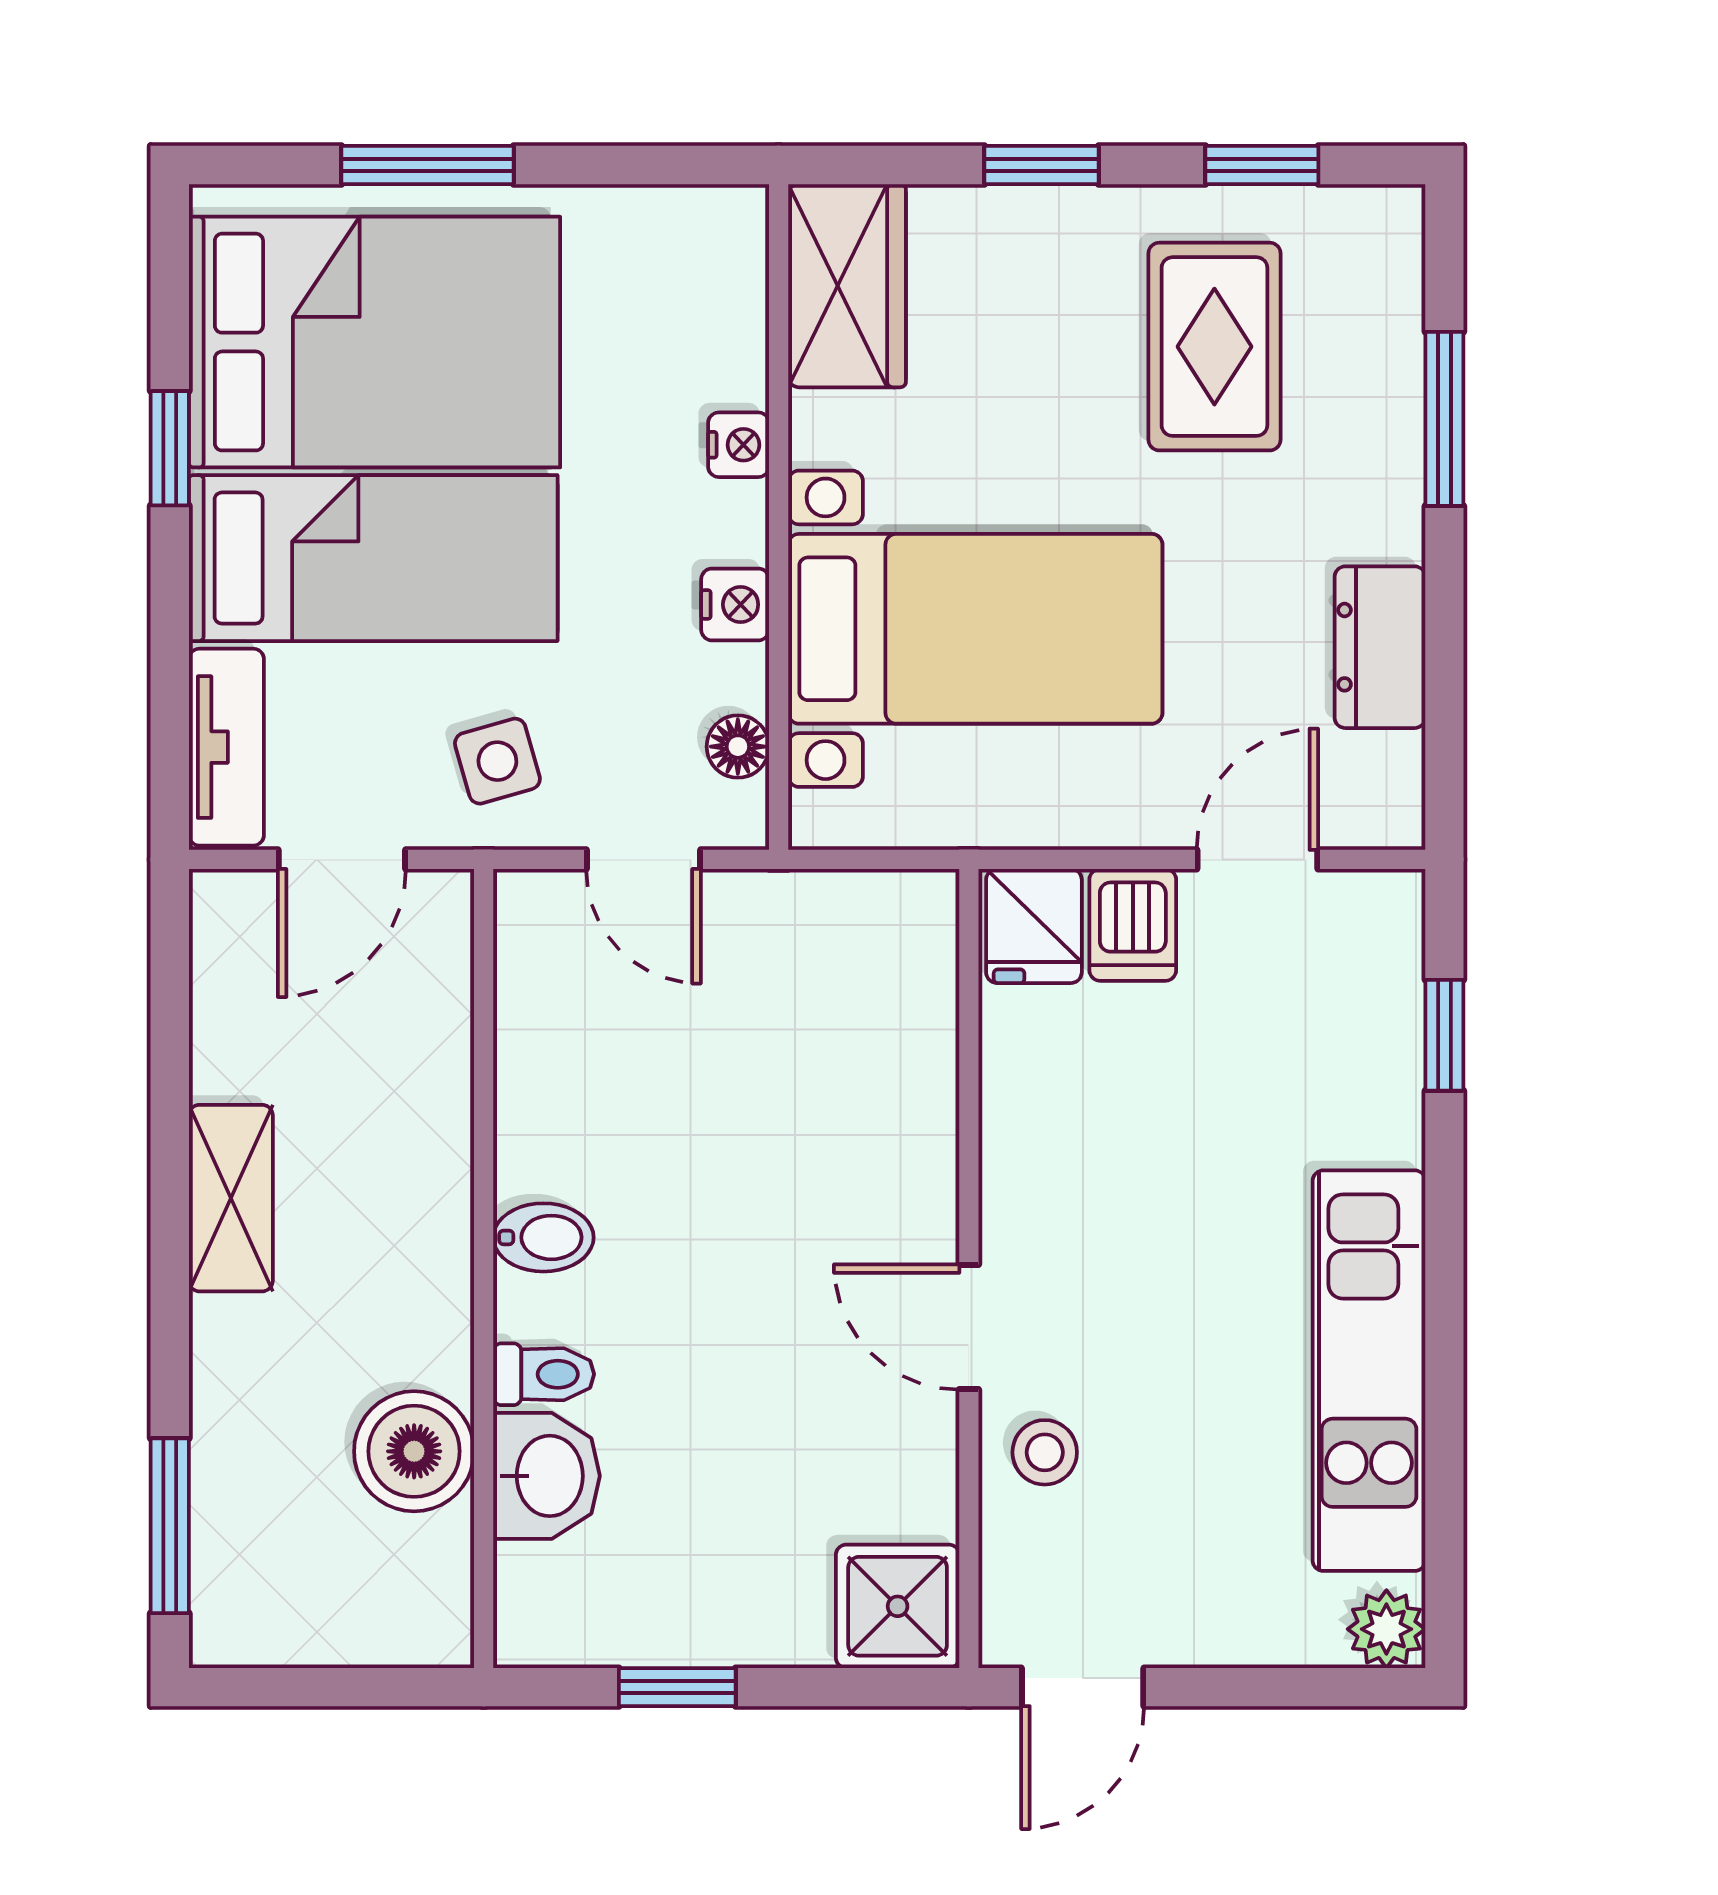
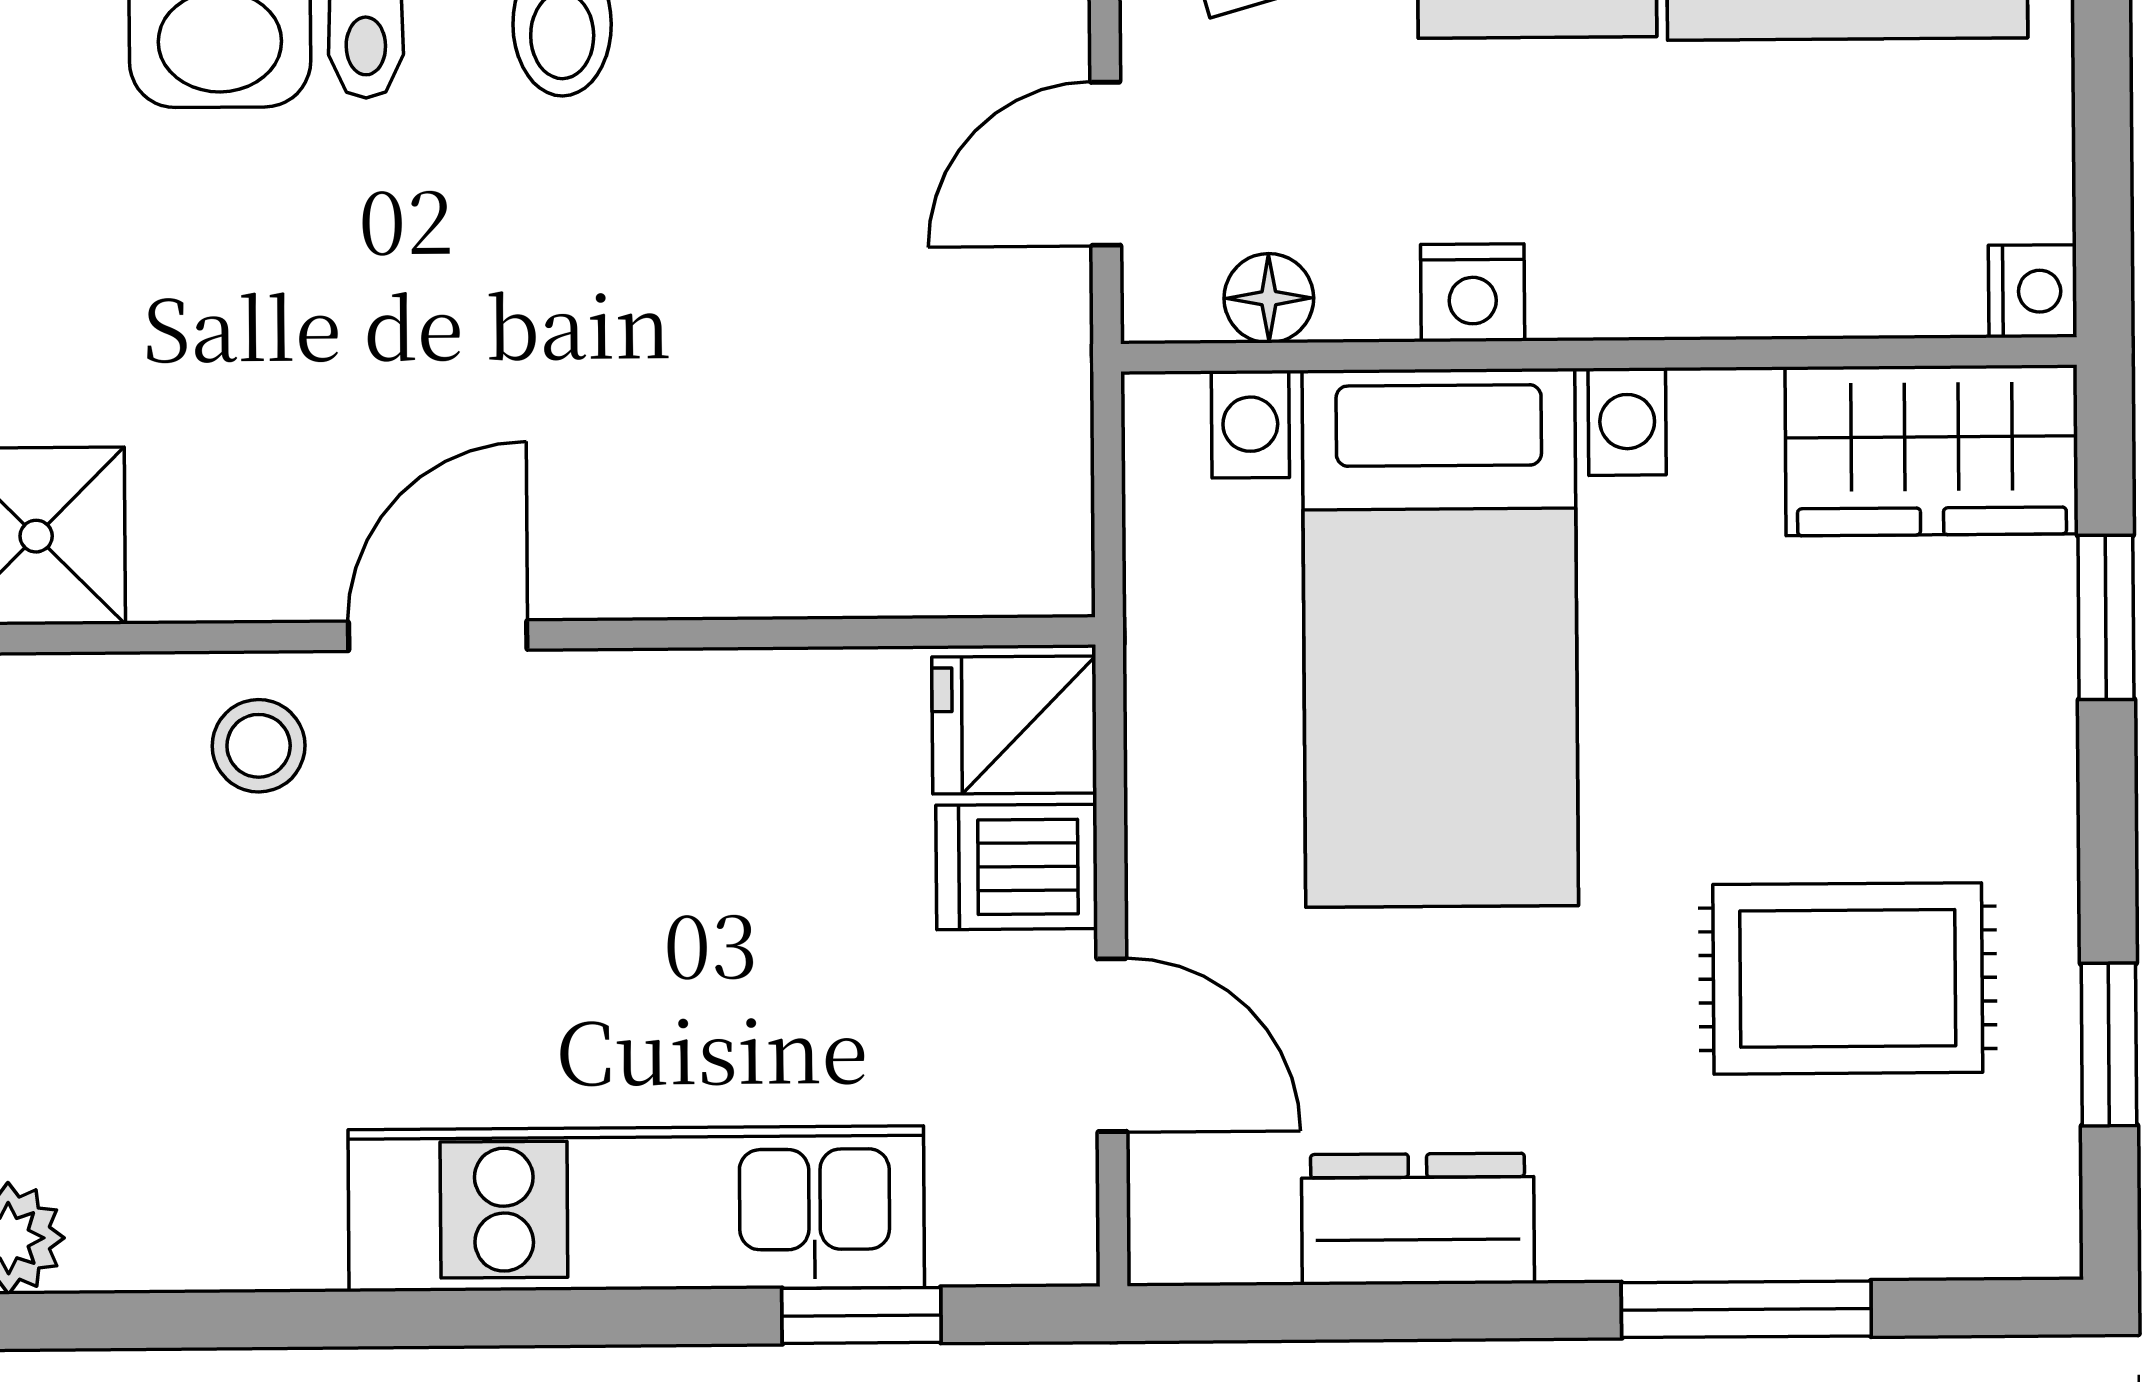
window: (1042, 165) -> (2106, 617), moved
nightstand: (739, 445) -> (2033, 291), moved, turned -90
kitchen unit: (1369, 1371) -> (636, 1209), moved

